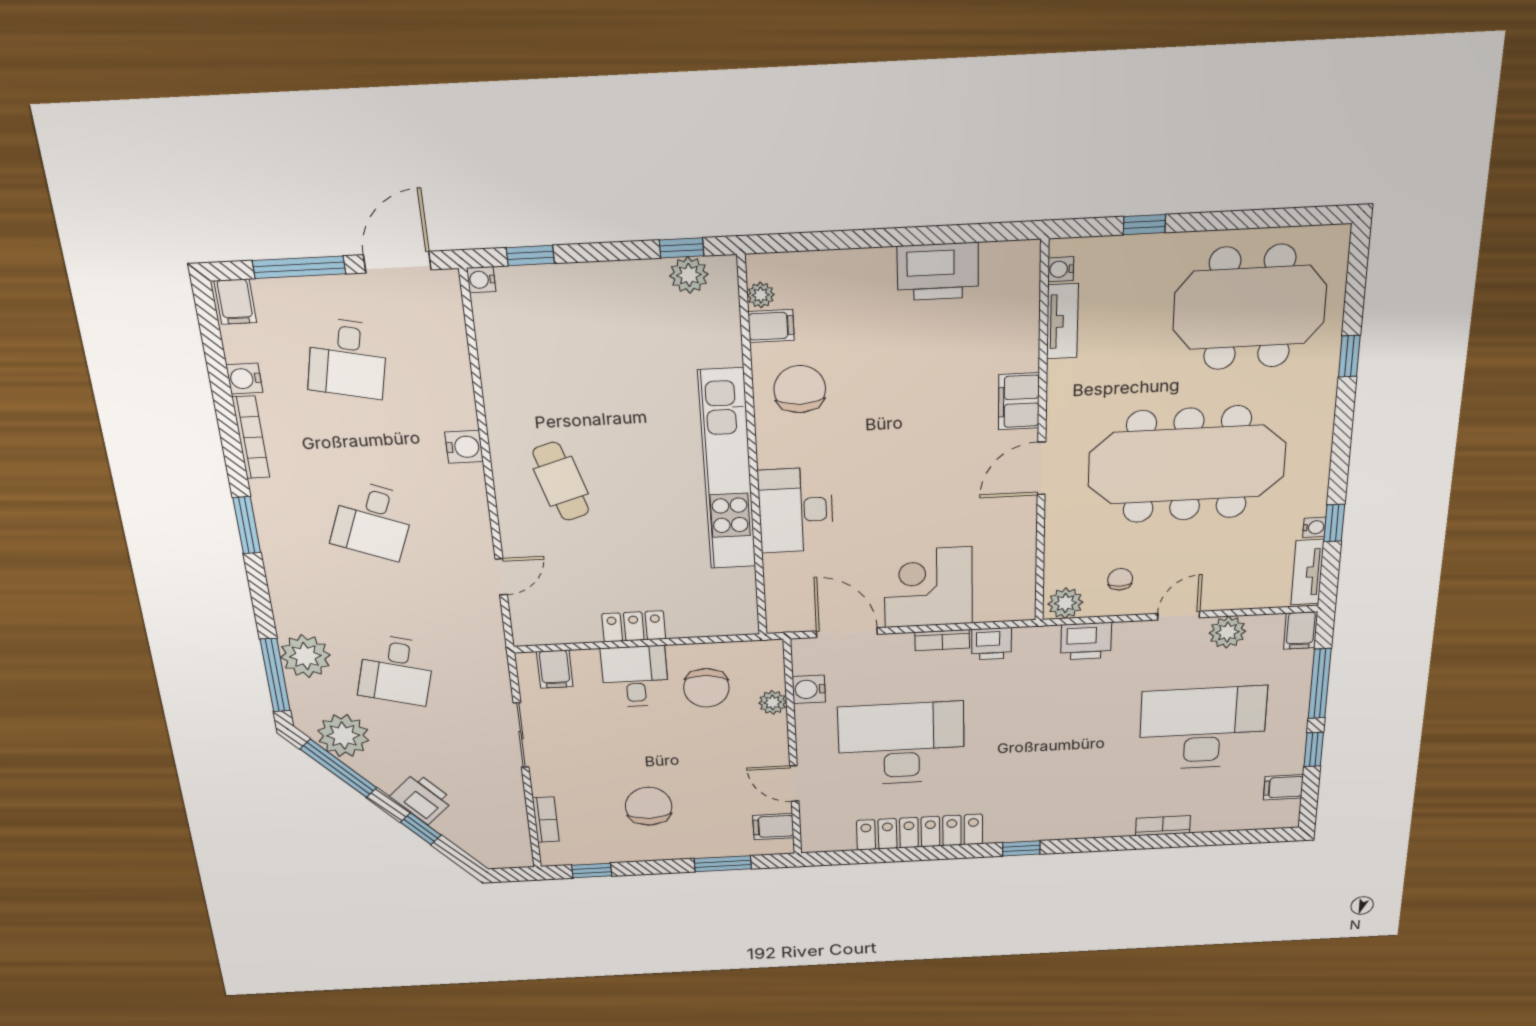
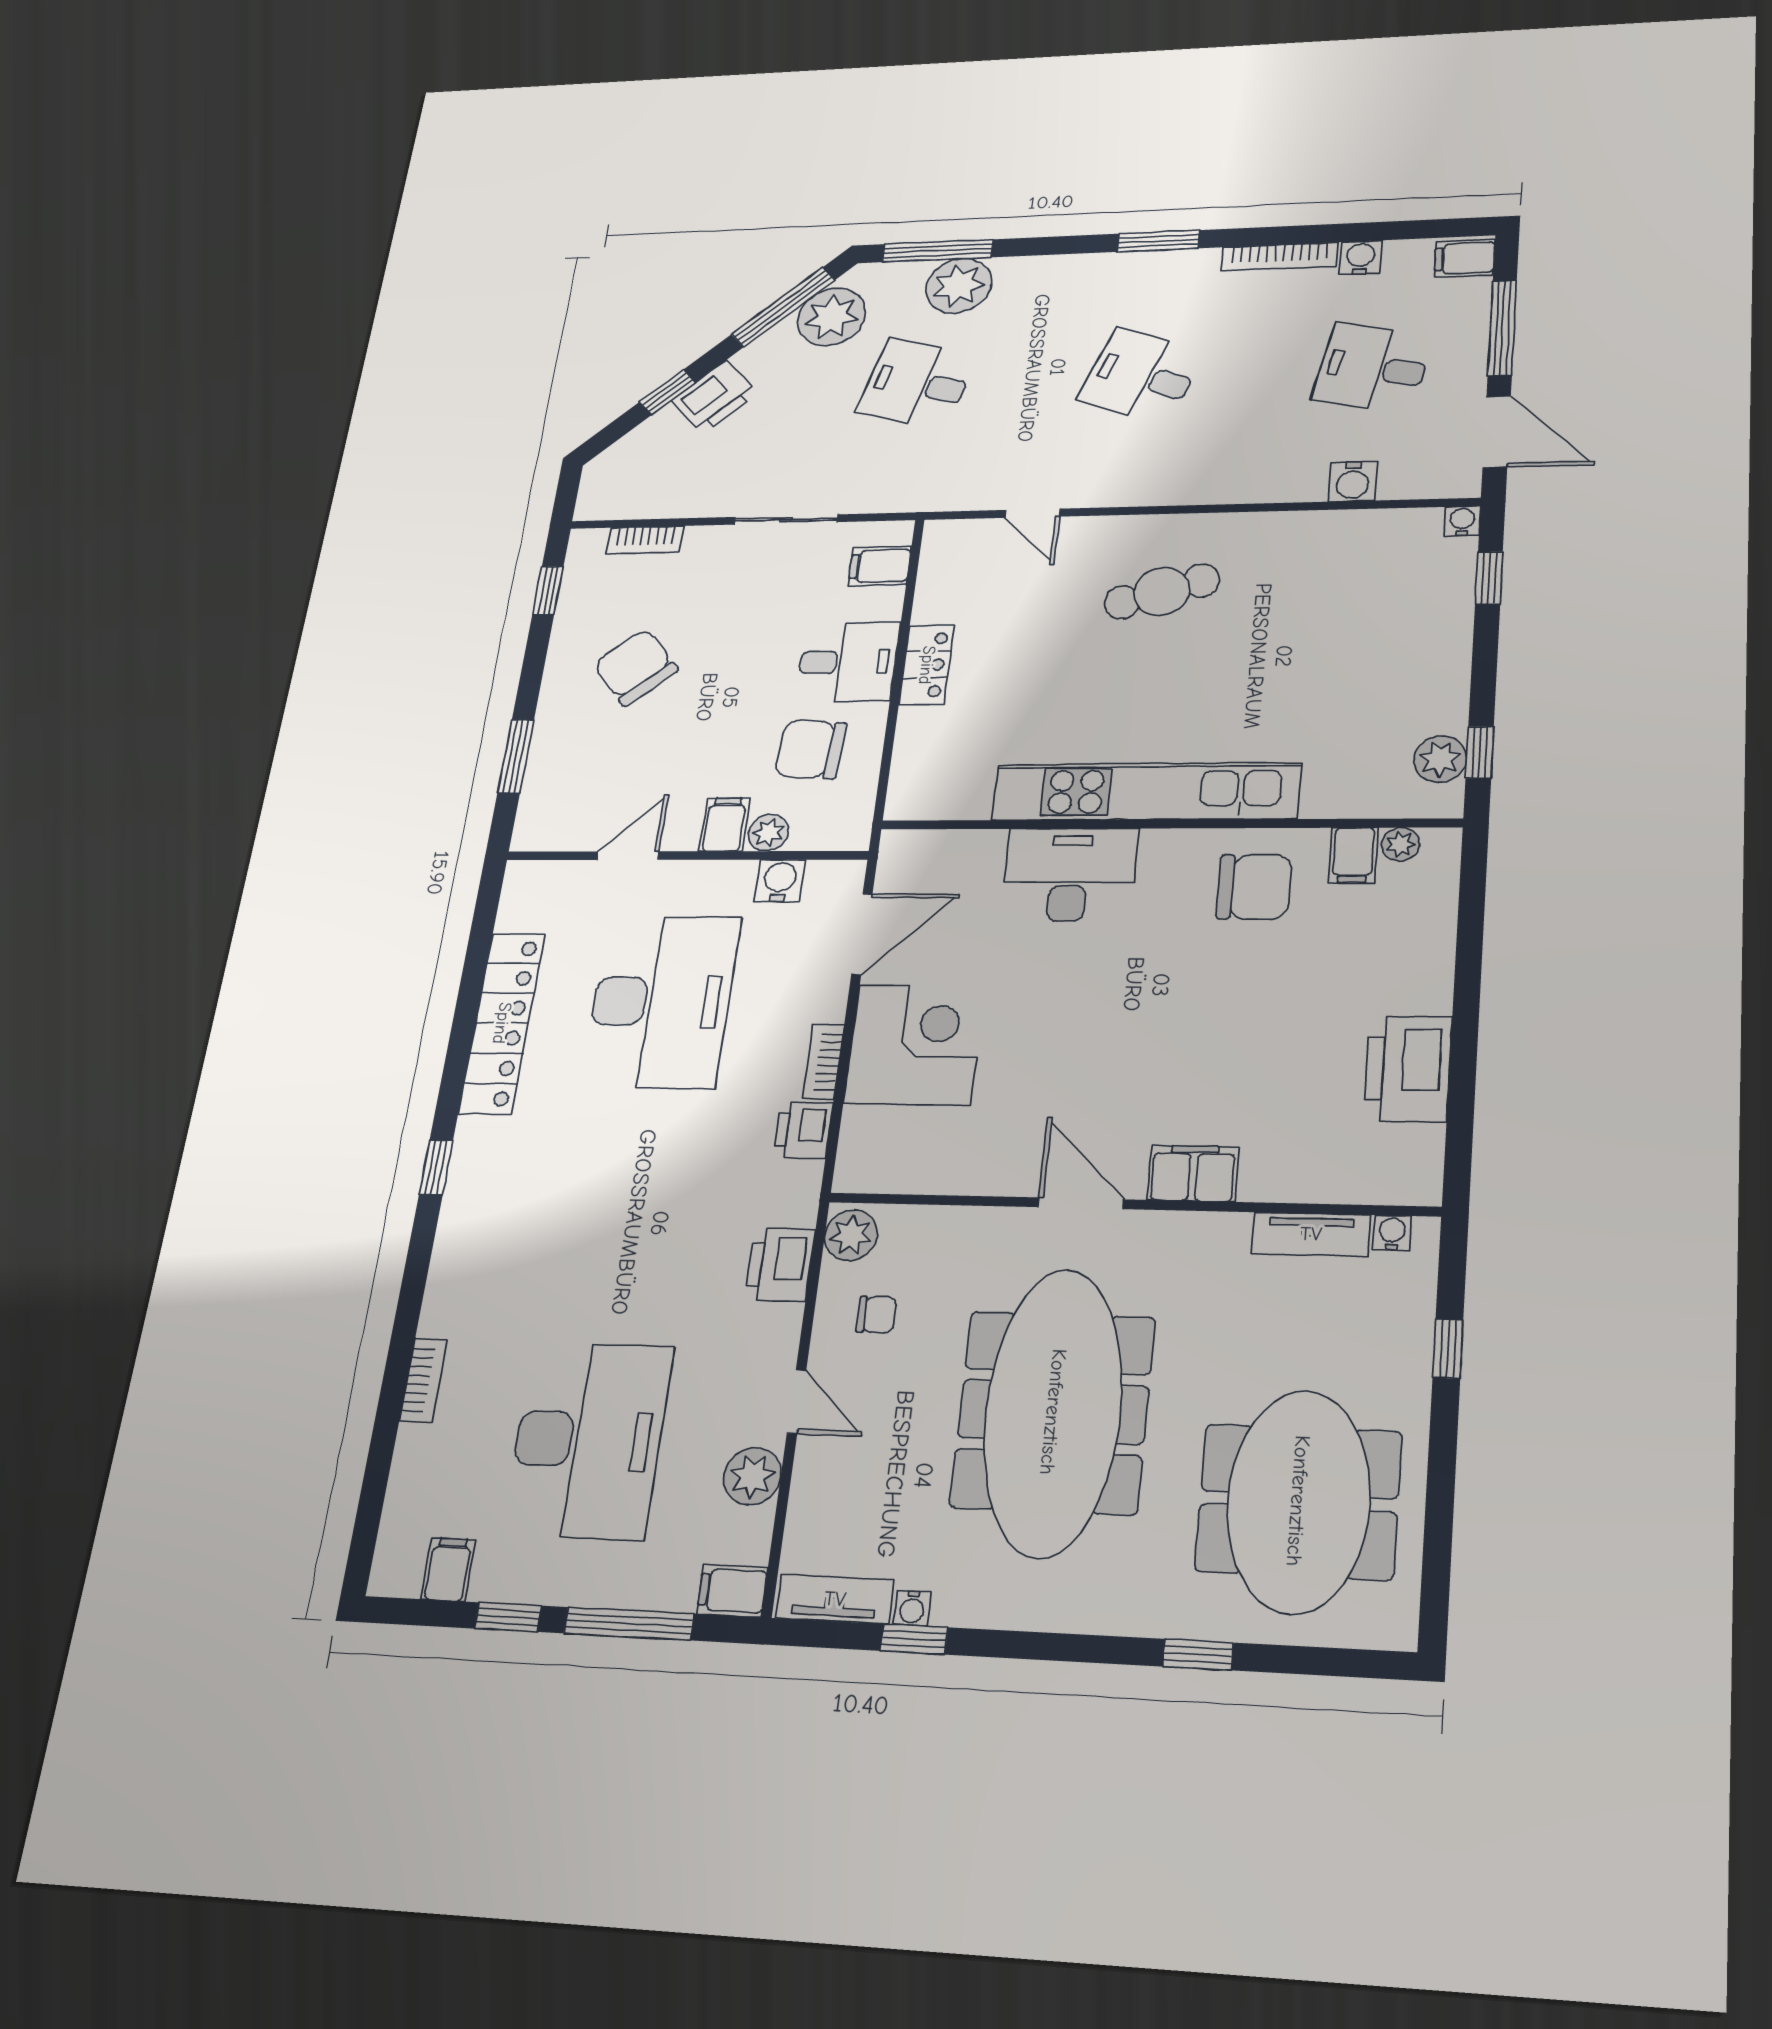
water cooler: (464, 447) -> (1353, 481), moved
chair: (649, 806) -> (635, 667), turned -130
filing cabinet: (773, 827) -> (725, 825), moved

